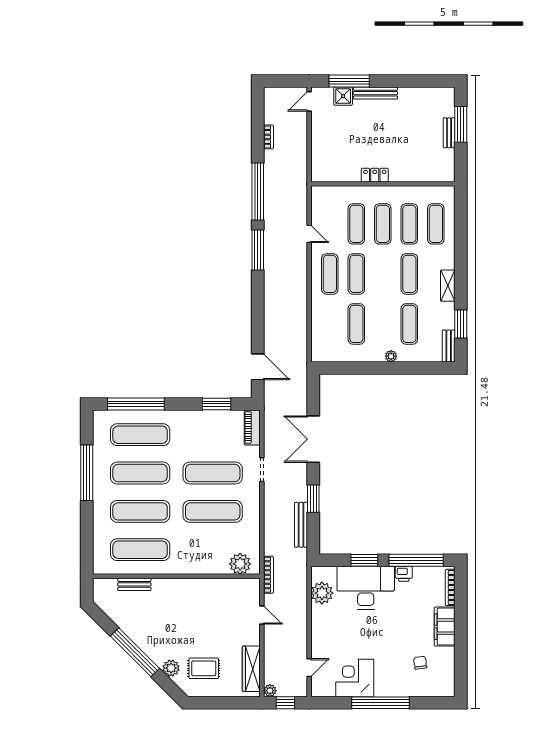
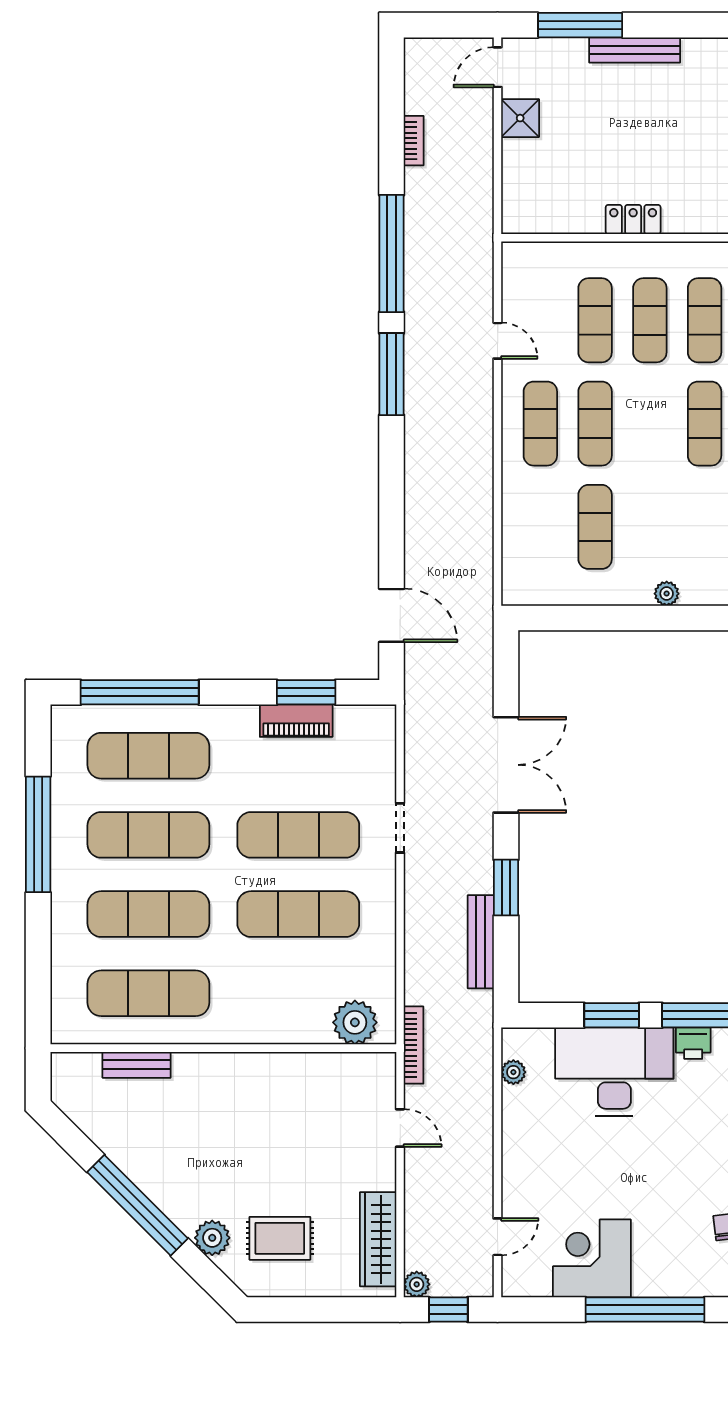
shower: (343, 96) -> (520, 118), moved
exercise mat: (409, 324) -> (705, 527), removed
piano: (252, 427) -> (296, 721), moved, turned -90
double door: (313, 439) -> (506, 765), swing flipped
plant: (322, 593) -> (513, 1072), width x0.53, depth x0.53

